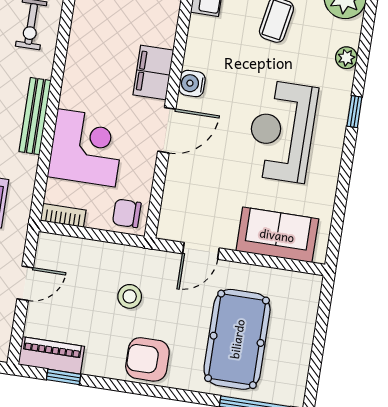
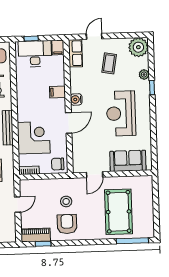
filing cabinet: (153, 72) -> (57, 92), width x0.50
window: (354, 112) -> (152, 88), moved
armchair: (147, 359) -> (67, 224), moved, turned 90

